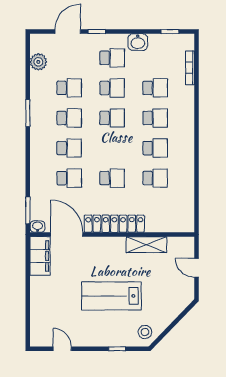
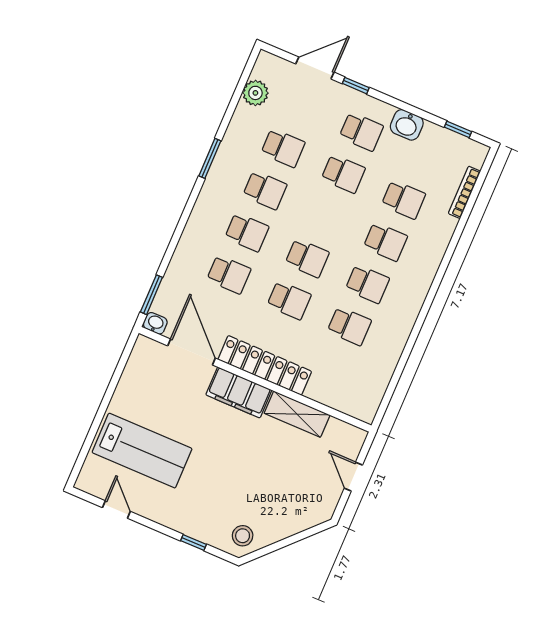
school desk: (112, 118) -> (307, 258), moved
filing cabinet: (40, 256) -> (239, 392), moved, turned 90
lab bench: (111, 296) -> (142, 451), moved, turned 180

